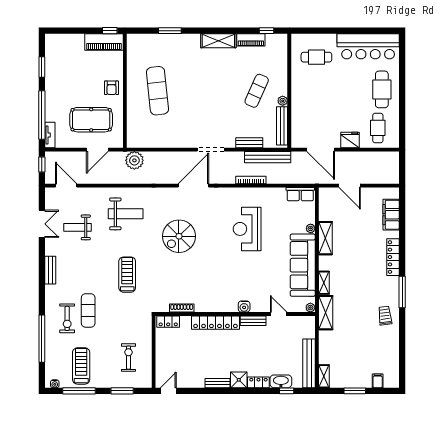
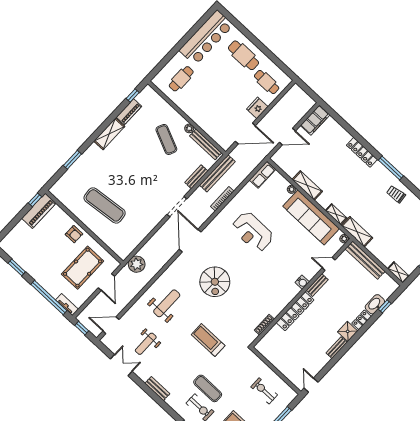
filing cabinet: (391, 215) -> (315, 120), moved, turned -90
locker: (168, 322) -> (265, 342), removed
bench: (309, 363) -> (365, 260), moved

